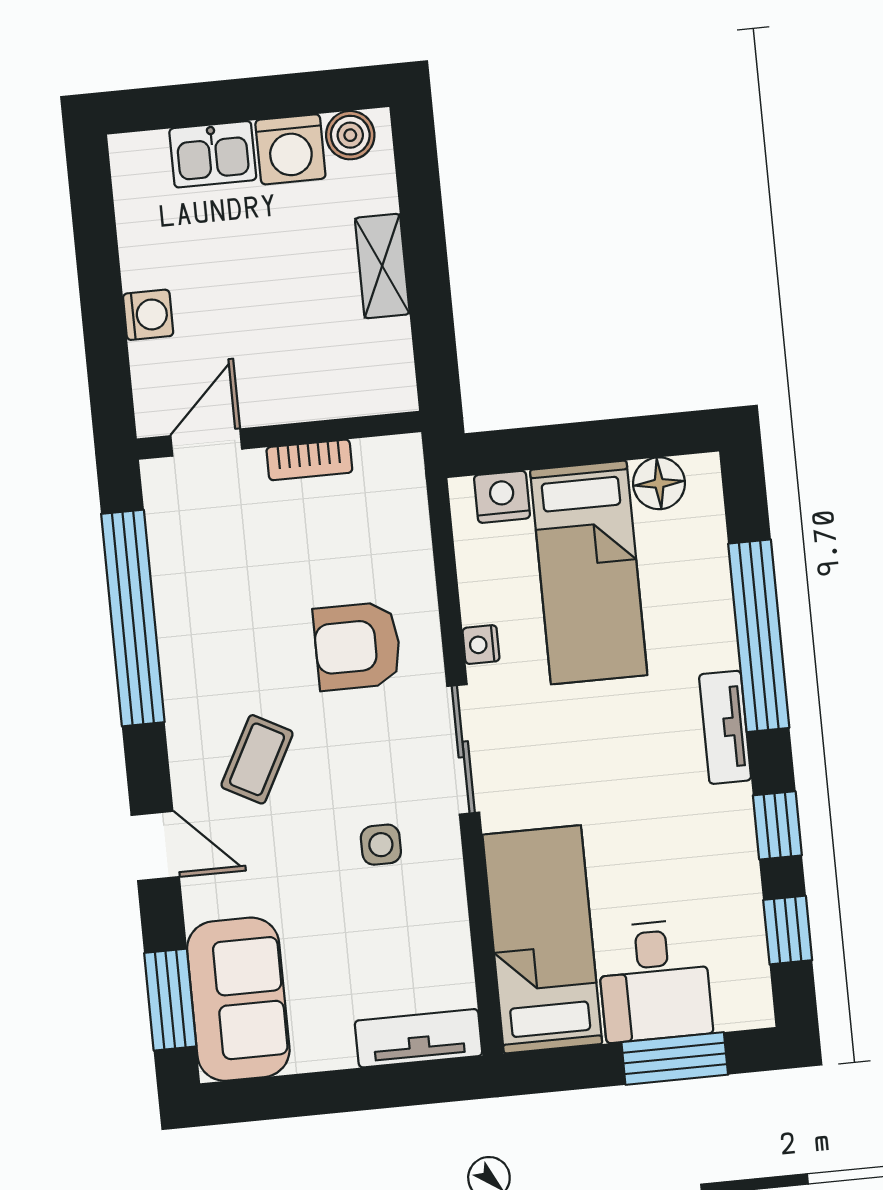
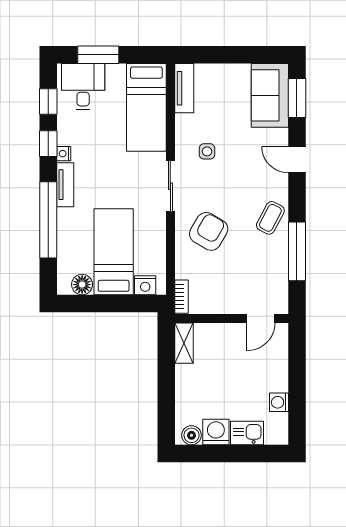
shelving: (382, 266) -> (184, 343), moved
washing machine: (148, 315) -> (279, 402), moved
bookcase: (309, 460) -> (181, 297), moved, turned 90
window: (133, 618) -> (297, 251), width x0.68
nightstand: (481, 645) -> (64, 154), moved, turned 180
armchair: (357, 646) -> (209, 231), turned -60
coffee table: (257, 759) -> (270, 218), moved
desk: (654, 981) -> (83, 87), moved
tv unit: (418, 1038) -> (184, 88), moved, turned -90

